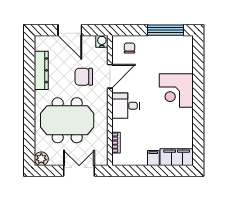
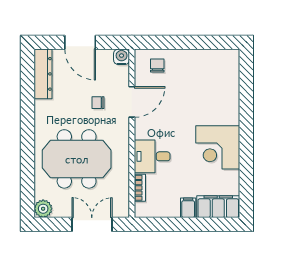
window: (165, 30) -> (204, 42), removed
dresser: (41, 70) -> (43, 74), moved
chair: (84, 77) -> (98, 103), width x0.54, depth x0.54
corner desk: (176, 91) -> (218, 147), moved
desk: (126, 106) -> (152, 156), moved

